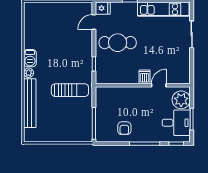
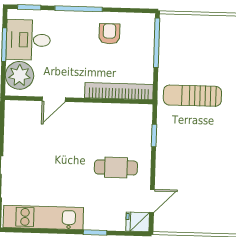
cafe table: (118, 43) -> (116, 167), width x0.73, depth x0.74
dishwasher: (145, 77) -> (75, 113), removed
bookcase: (117, 92) -> (119, 91), added

